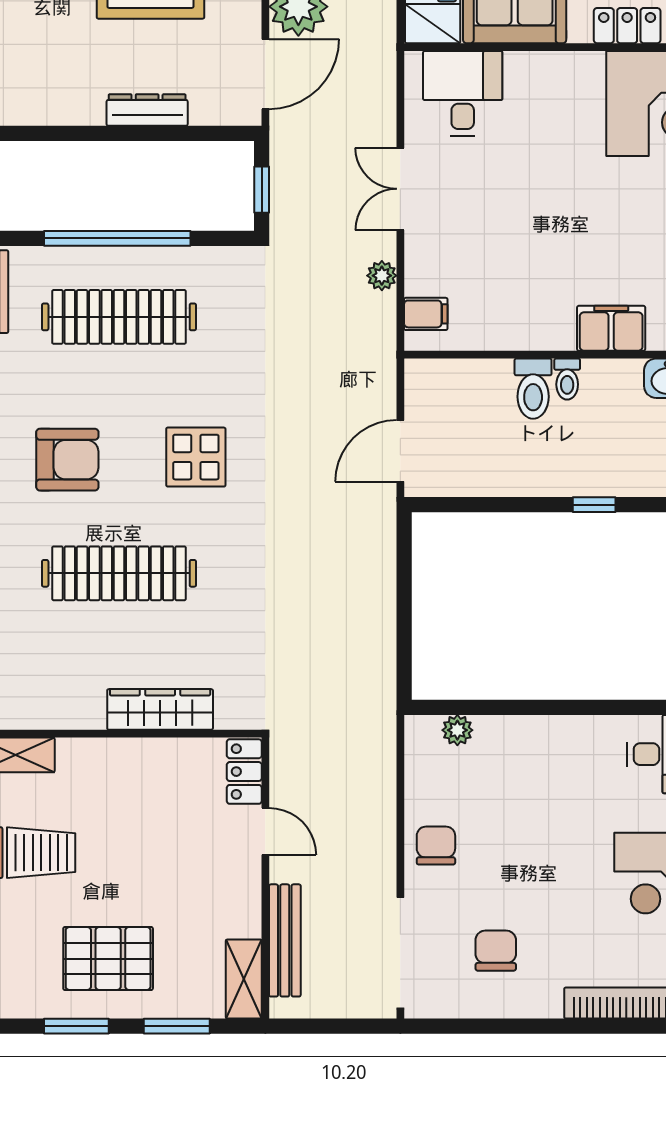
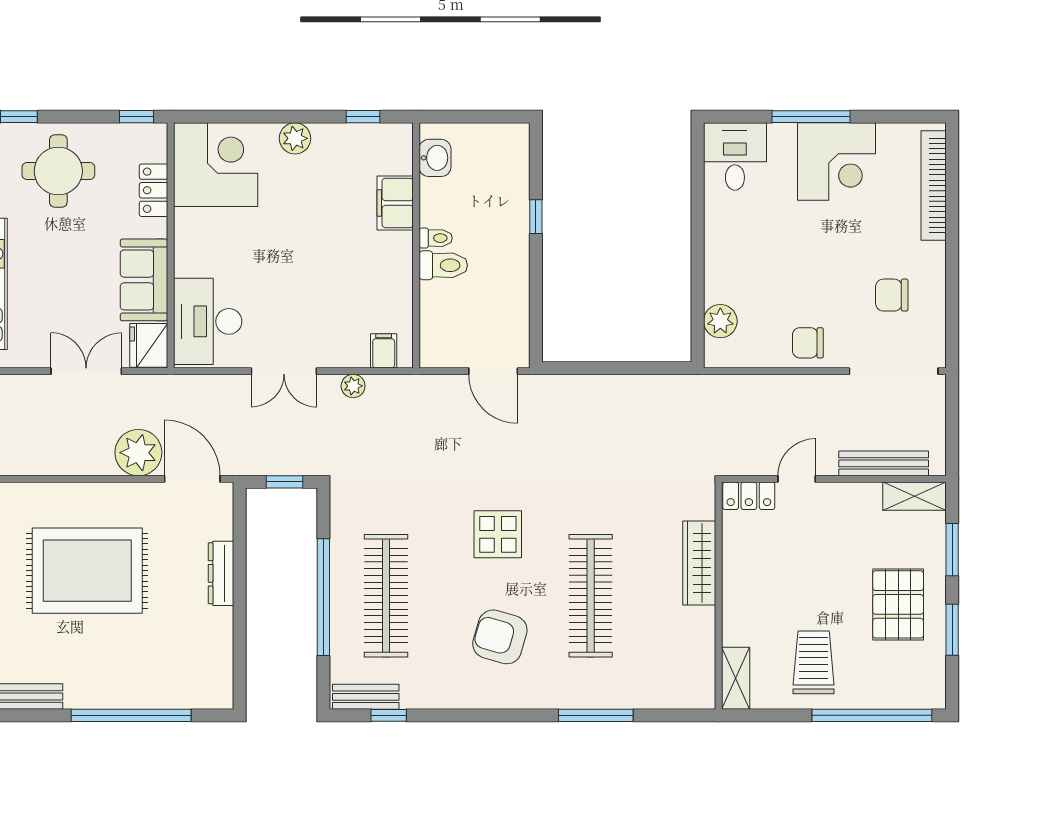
desk: (463, 93) -> (208, 321), width x1.37
armchair: (67, 460) -> (500, 637), turned -74
plant: (457, 730) -> (720, 321), width x1.38, depth x1.38

